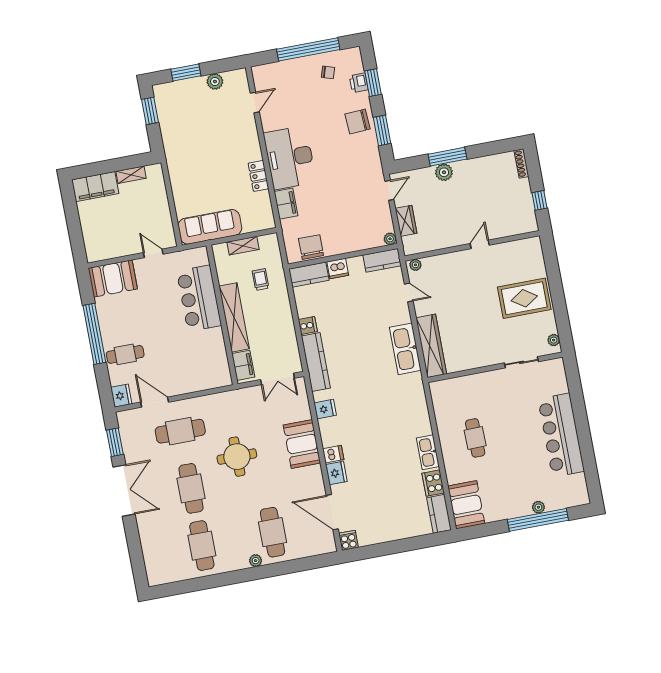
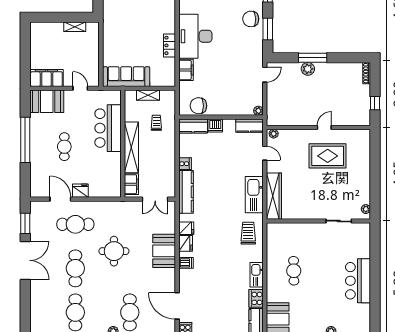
filing cabinet: (95, 187) -> (46, 78), moved, turned 180
wardrobe: (406, 221) -> (273, 100), removed
chair: (311, 247) -> (198, 106), turned -90
rug: (524, 298) -> (328, 156), moved
cafe table: (125, 354) -> (64, 147), moved, turned 90
fridge: (121, 396) -> (80, 191), moved, turned -90
trolley: (407, 400) -> (248, 233), added
bar counter: (561, 435) -> (358, 281), width x0.73
fridge: (336, 473) -> (186, 243), moved

